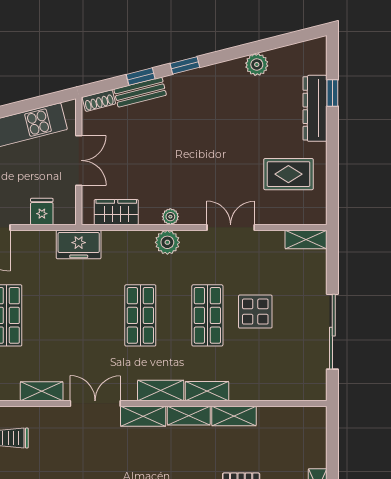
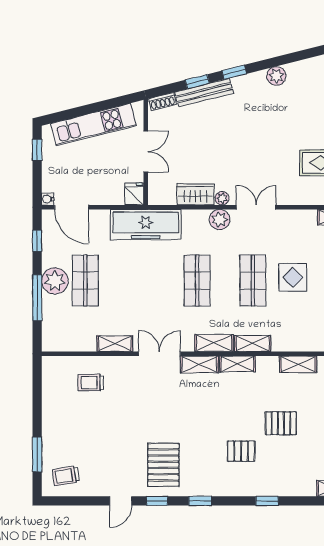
plant: (257, 65) -> (276, 76), moved
bench: (140, 92) -> (204, 93), width x1.36
fridge: (42, 212) -> (134, 194), moved
wardrobe: (116, 212) -> (196, 194), moved
double door: (231, 227) -> (256, 207), moved
freezer: (79, 245) -> (146, 225), width x1.91, depth x1.26
shelving: (234, 416) -> (298, 364), moved

